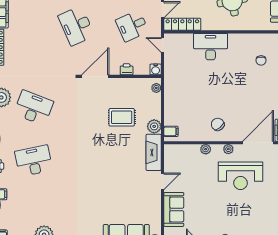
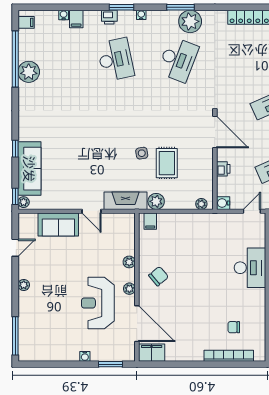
side table: (113, 139) -> (142, 153), added

